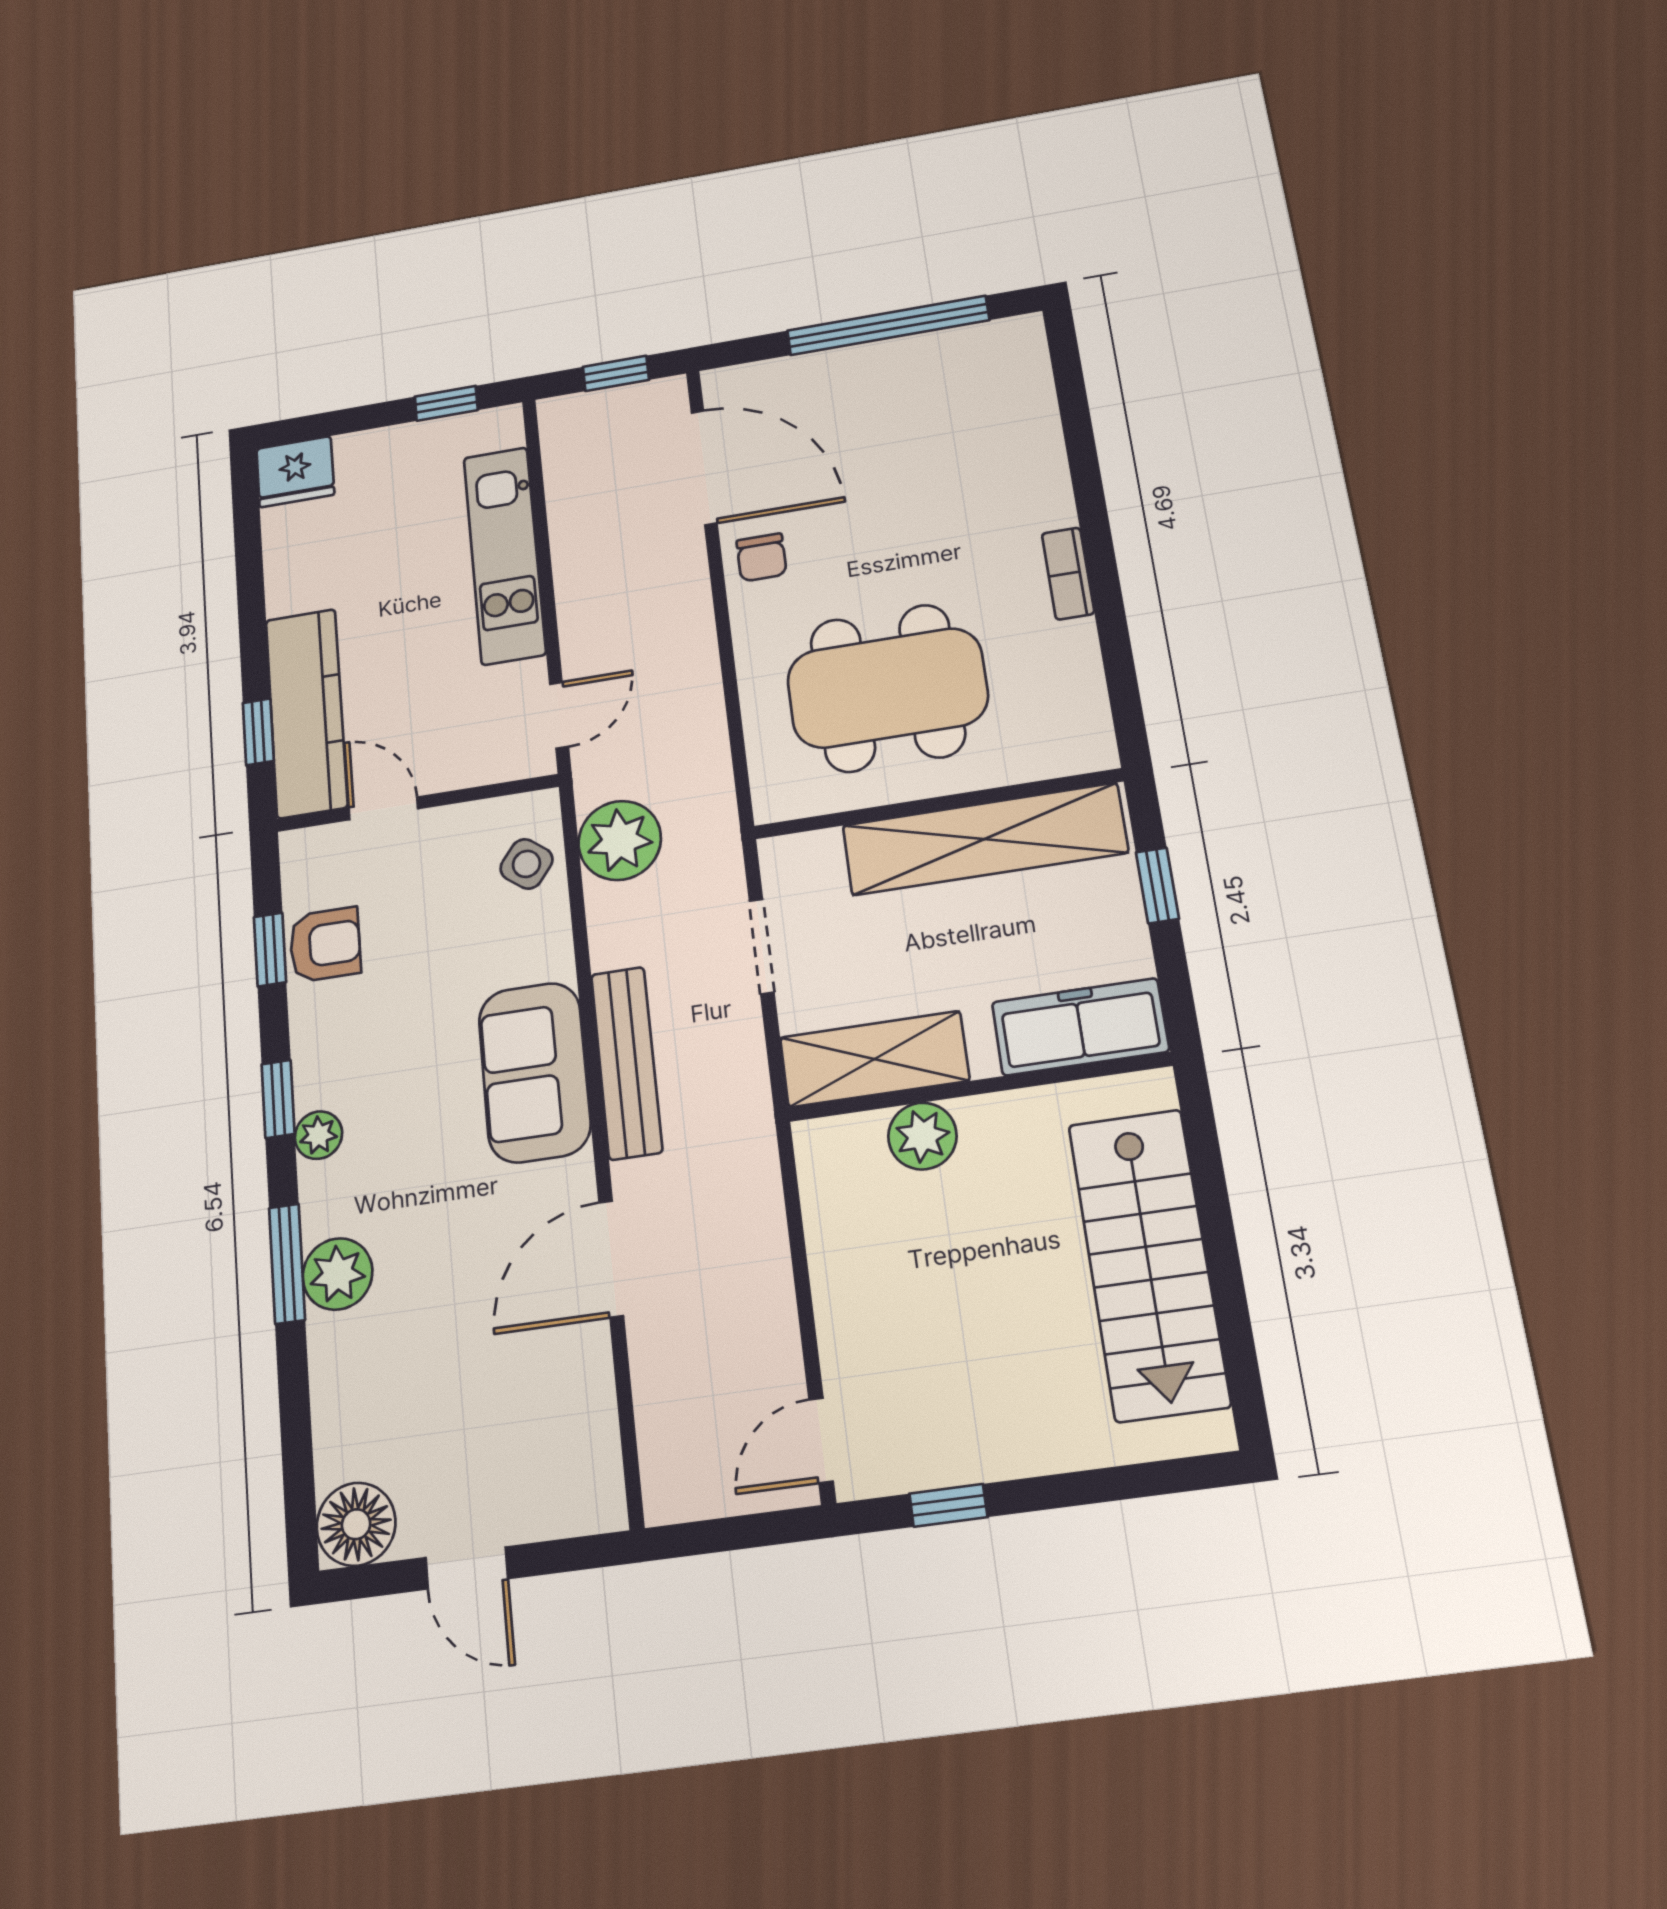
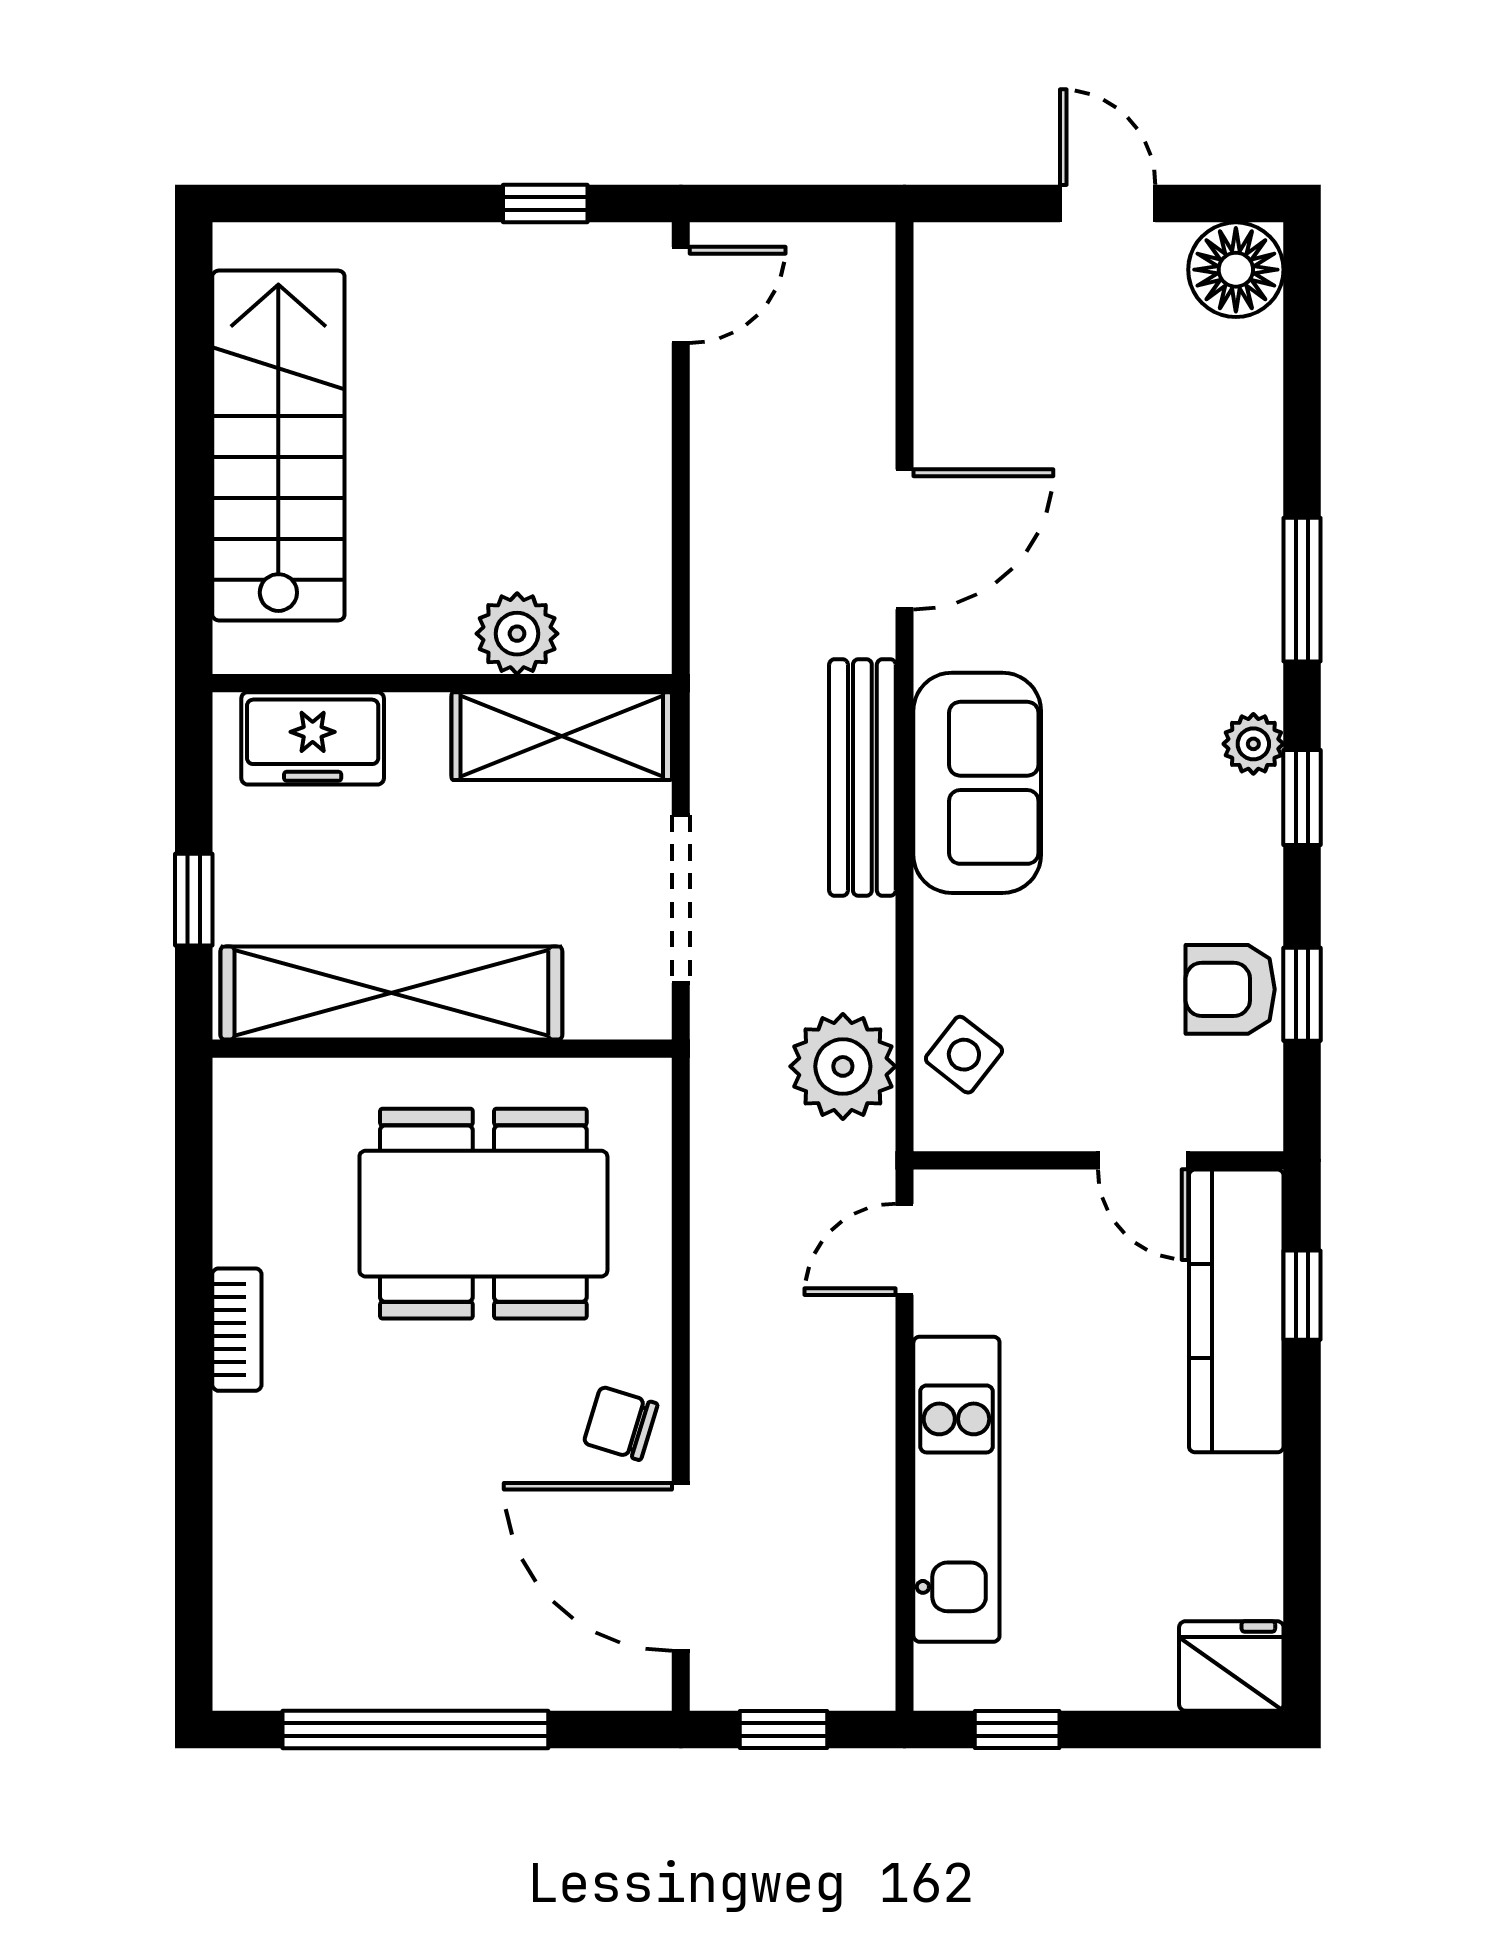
chair: (761, 557) -> (621, 1423), turned -73
doorway: (762, 946) -> (681, 899), width x1.38
freezer: (1080, 1027) -> (313, 738), width x0.71
plant: (337, 1274) -> (1240, 568), removed

